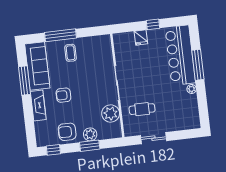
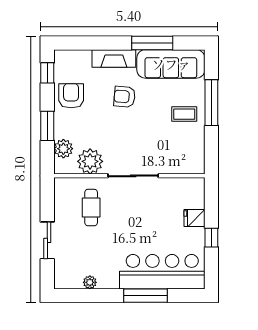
plant: (192, 89) -> (90, 282), moved
armchair: (63, 95) -> (125, 97), turned -85
plant: (90, 134) -> (63, 149), moved
sliding door: (153, 138) -> (47, 240), moved

